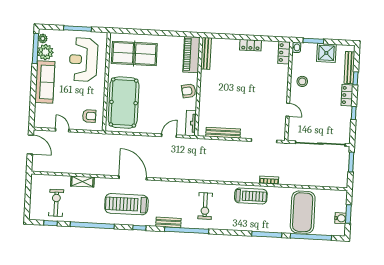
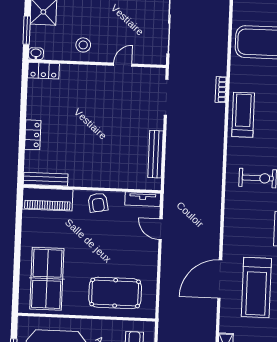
locker: (251, 45) -> (33, 135), moved
pool table: (124, 103) -> (115, 293), width x0.73, depth x0.76

